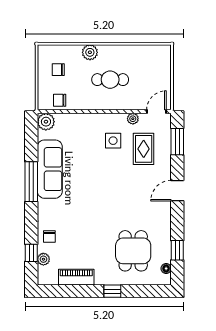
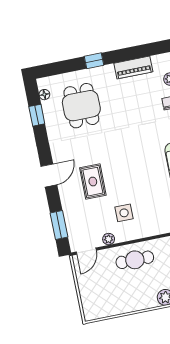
cafe table: (110, 80) -> (135, 260), moved
rug: (144, 149) -> (93, 182), moved

